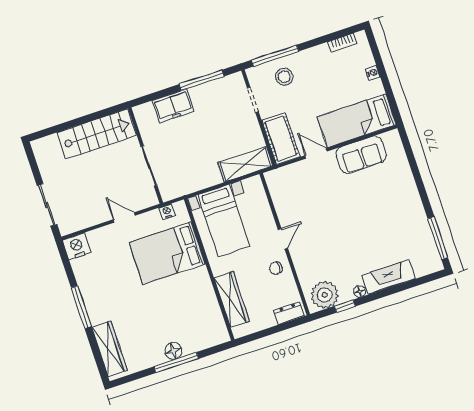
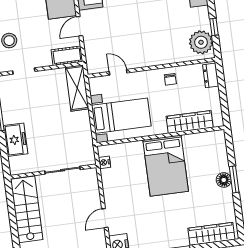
cot: (281, 138) -> (67, 56), width x0.73, depth x0.75
door: (124, 218) -> (105, 218), moved
door: (283, 239) -> (118, 72), moved
bed: (167, 253) -> (166, 166), moved
floor lamp: (360, 291) -> (204, 12), removed
window: (176, 363) -> (234, 179), width x0.69

